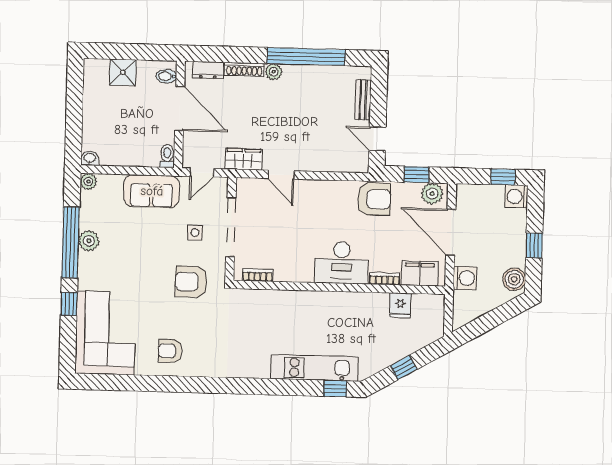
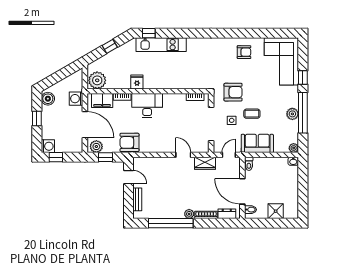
coffee table: (159, 243) -> (252, 114), added
fridge: (400, 305) -> (137, 82), moved
plant: (427, 309) -> (97, 80), added

